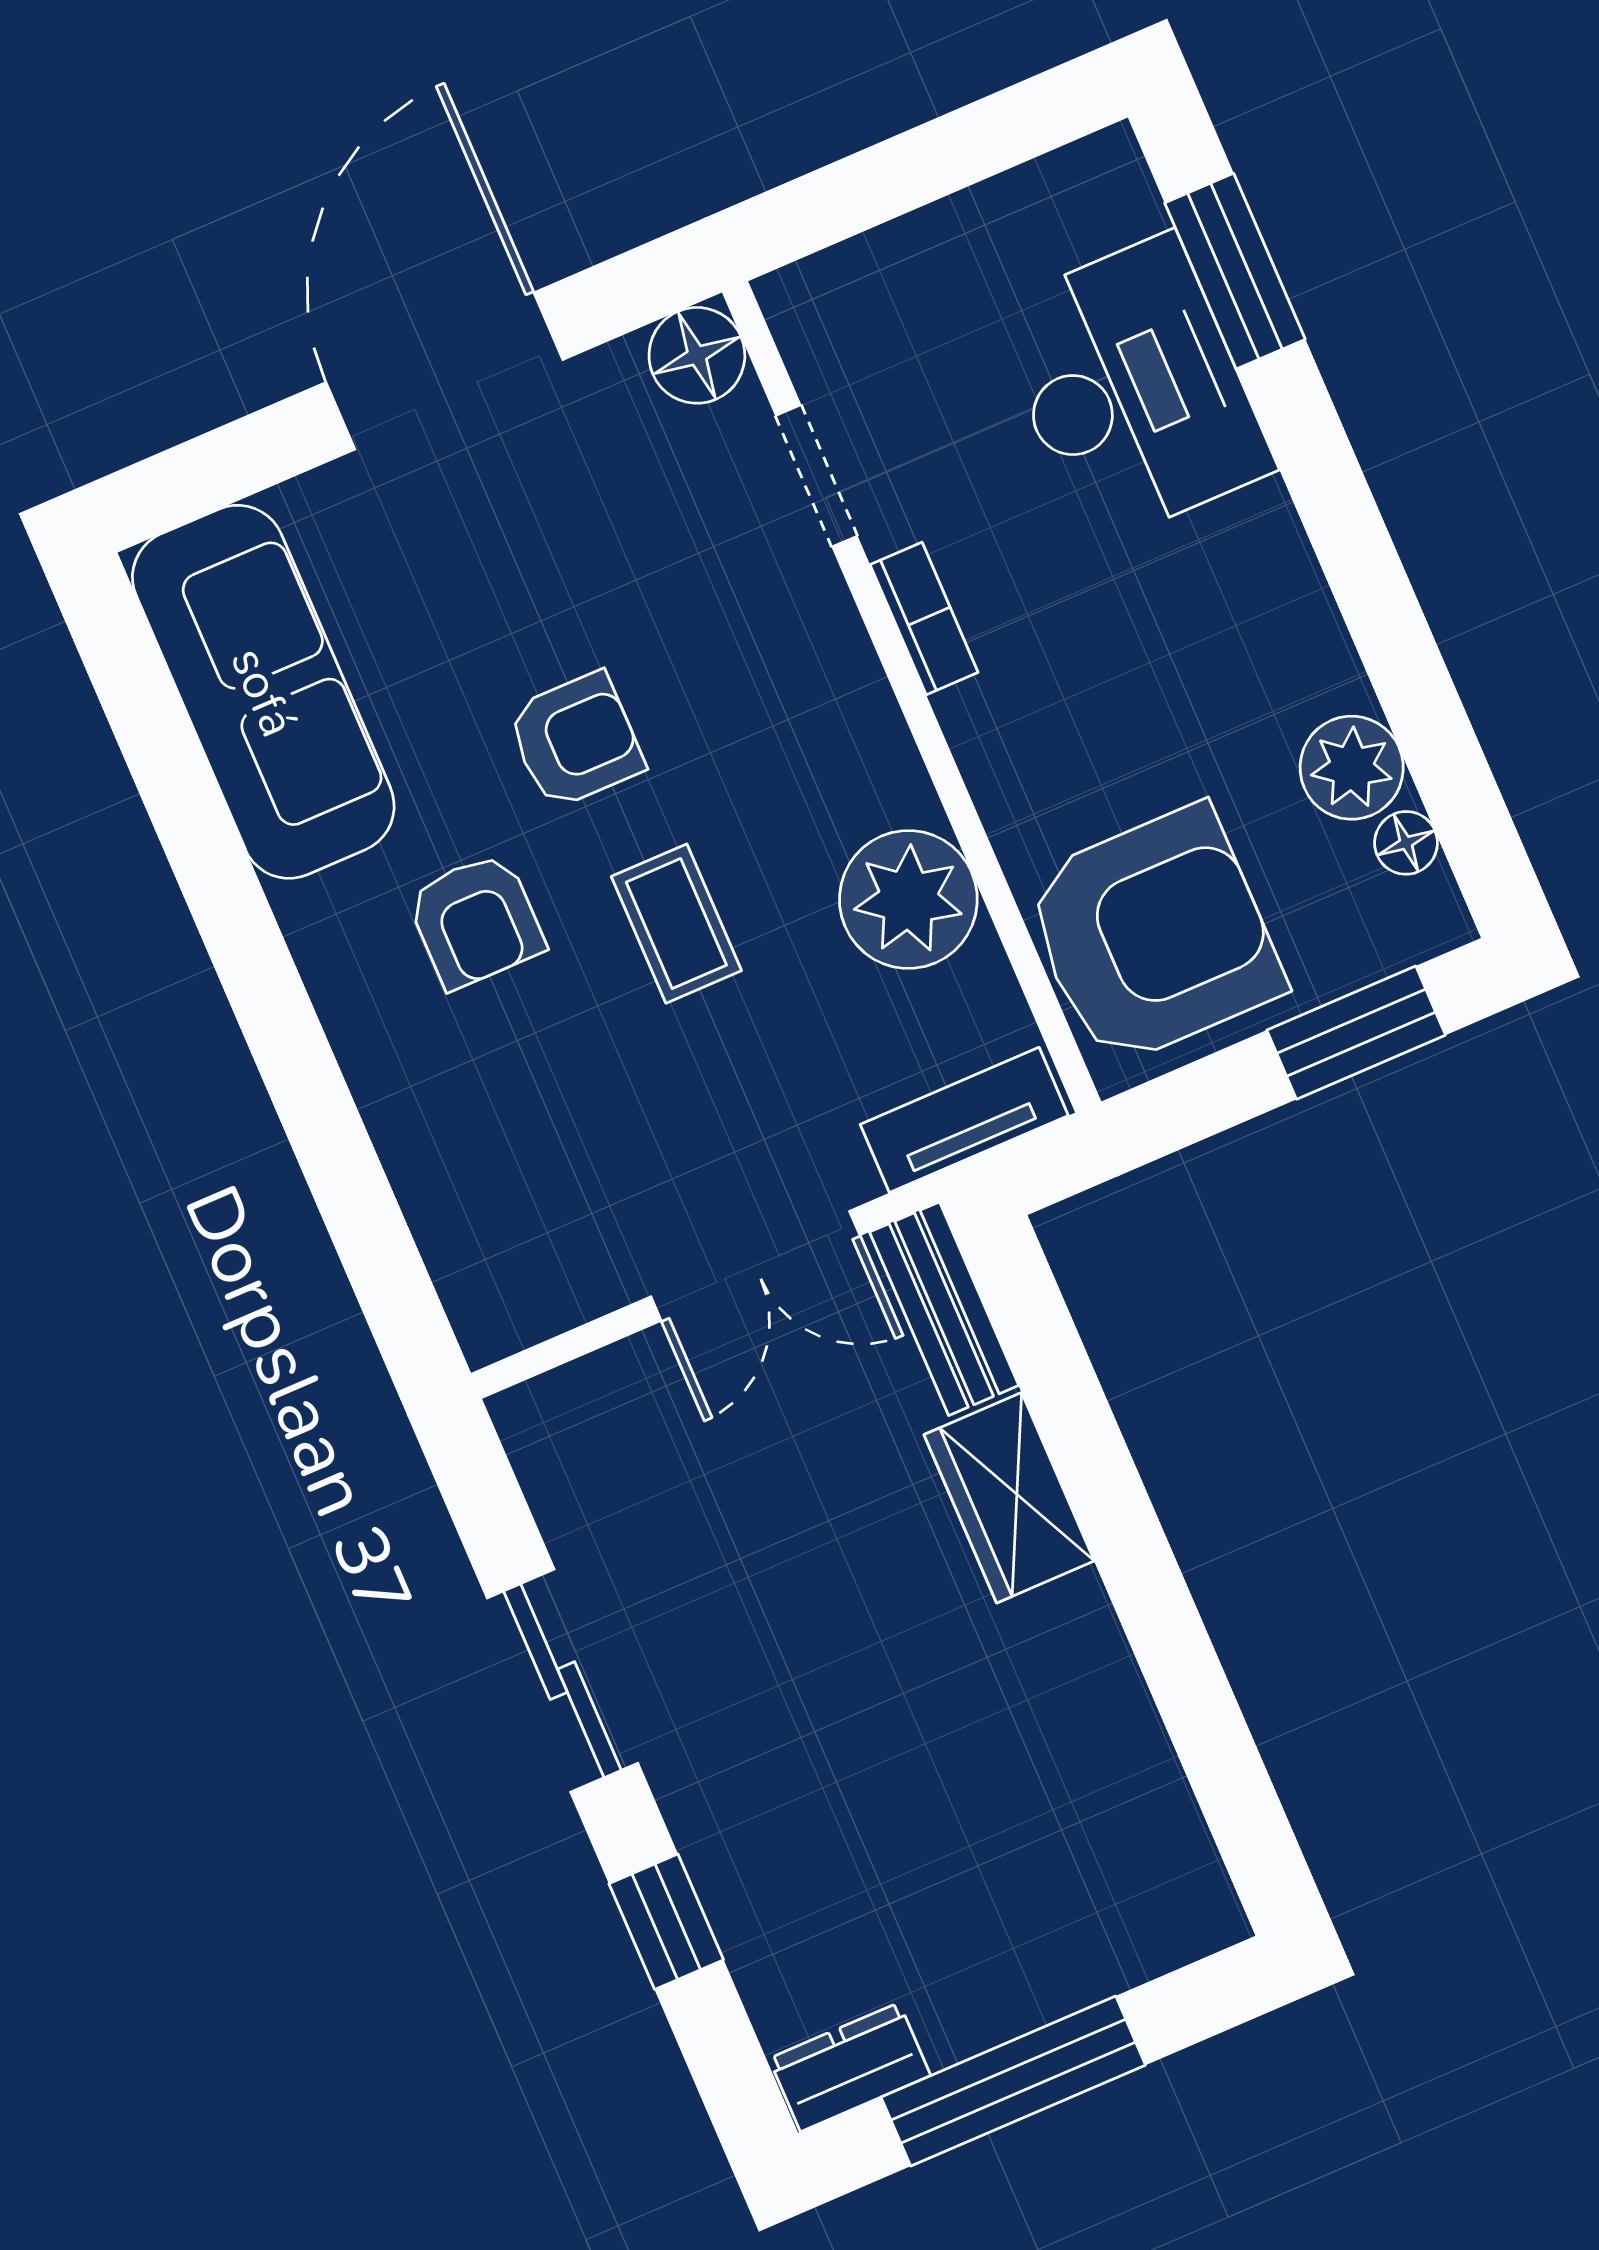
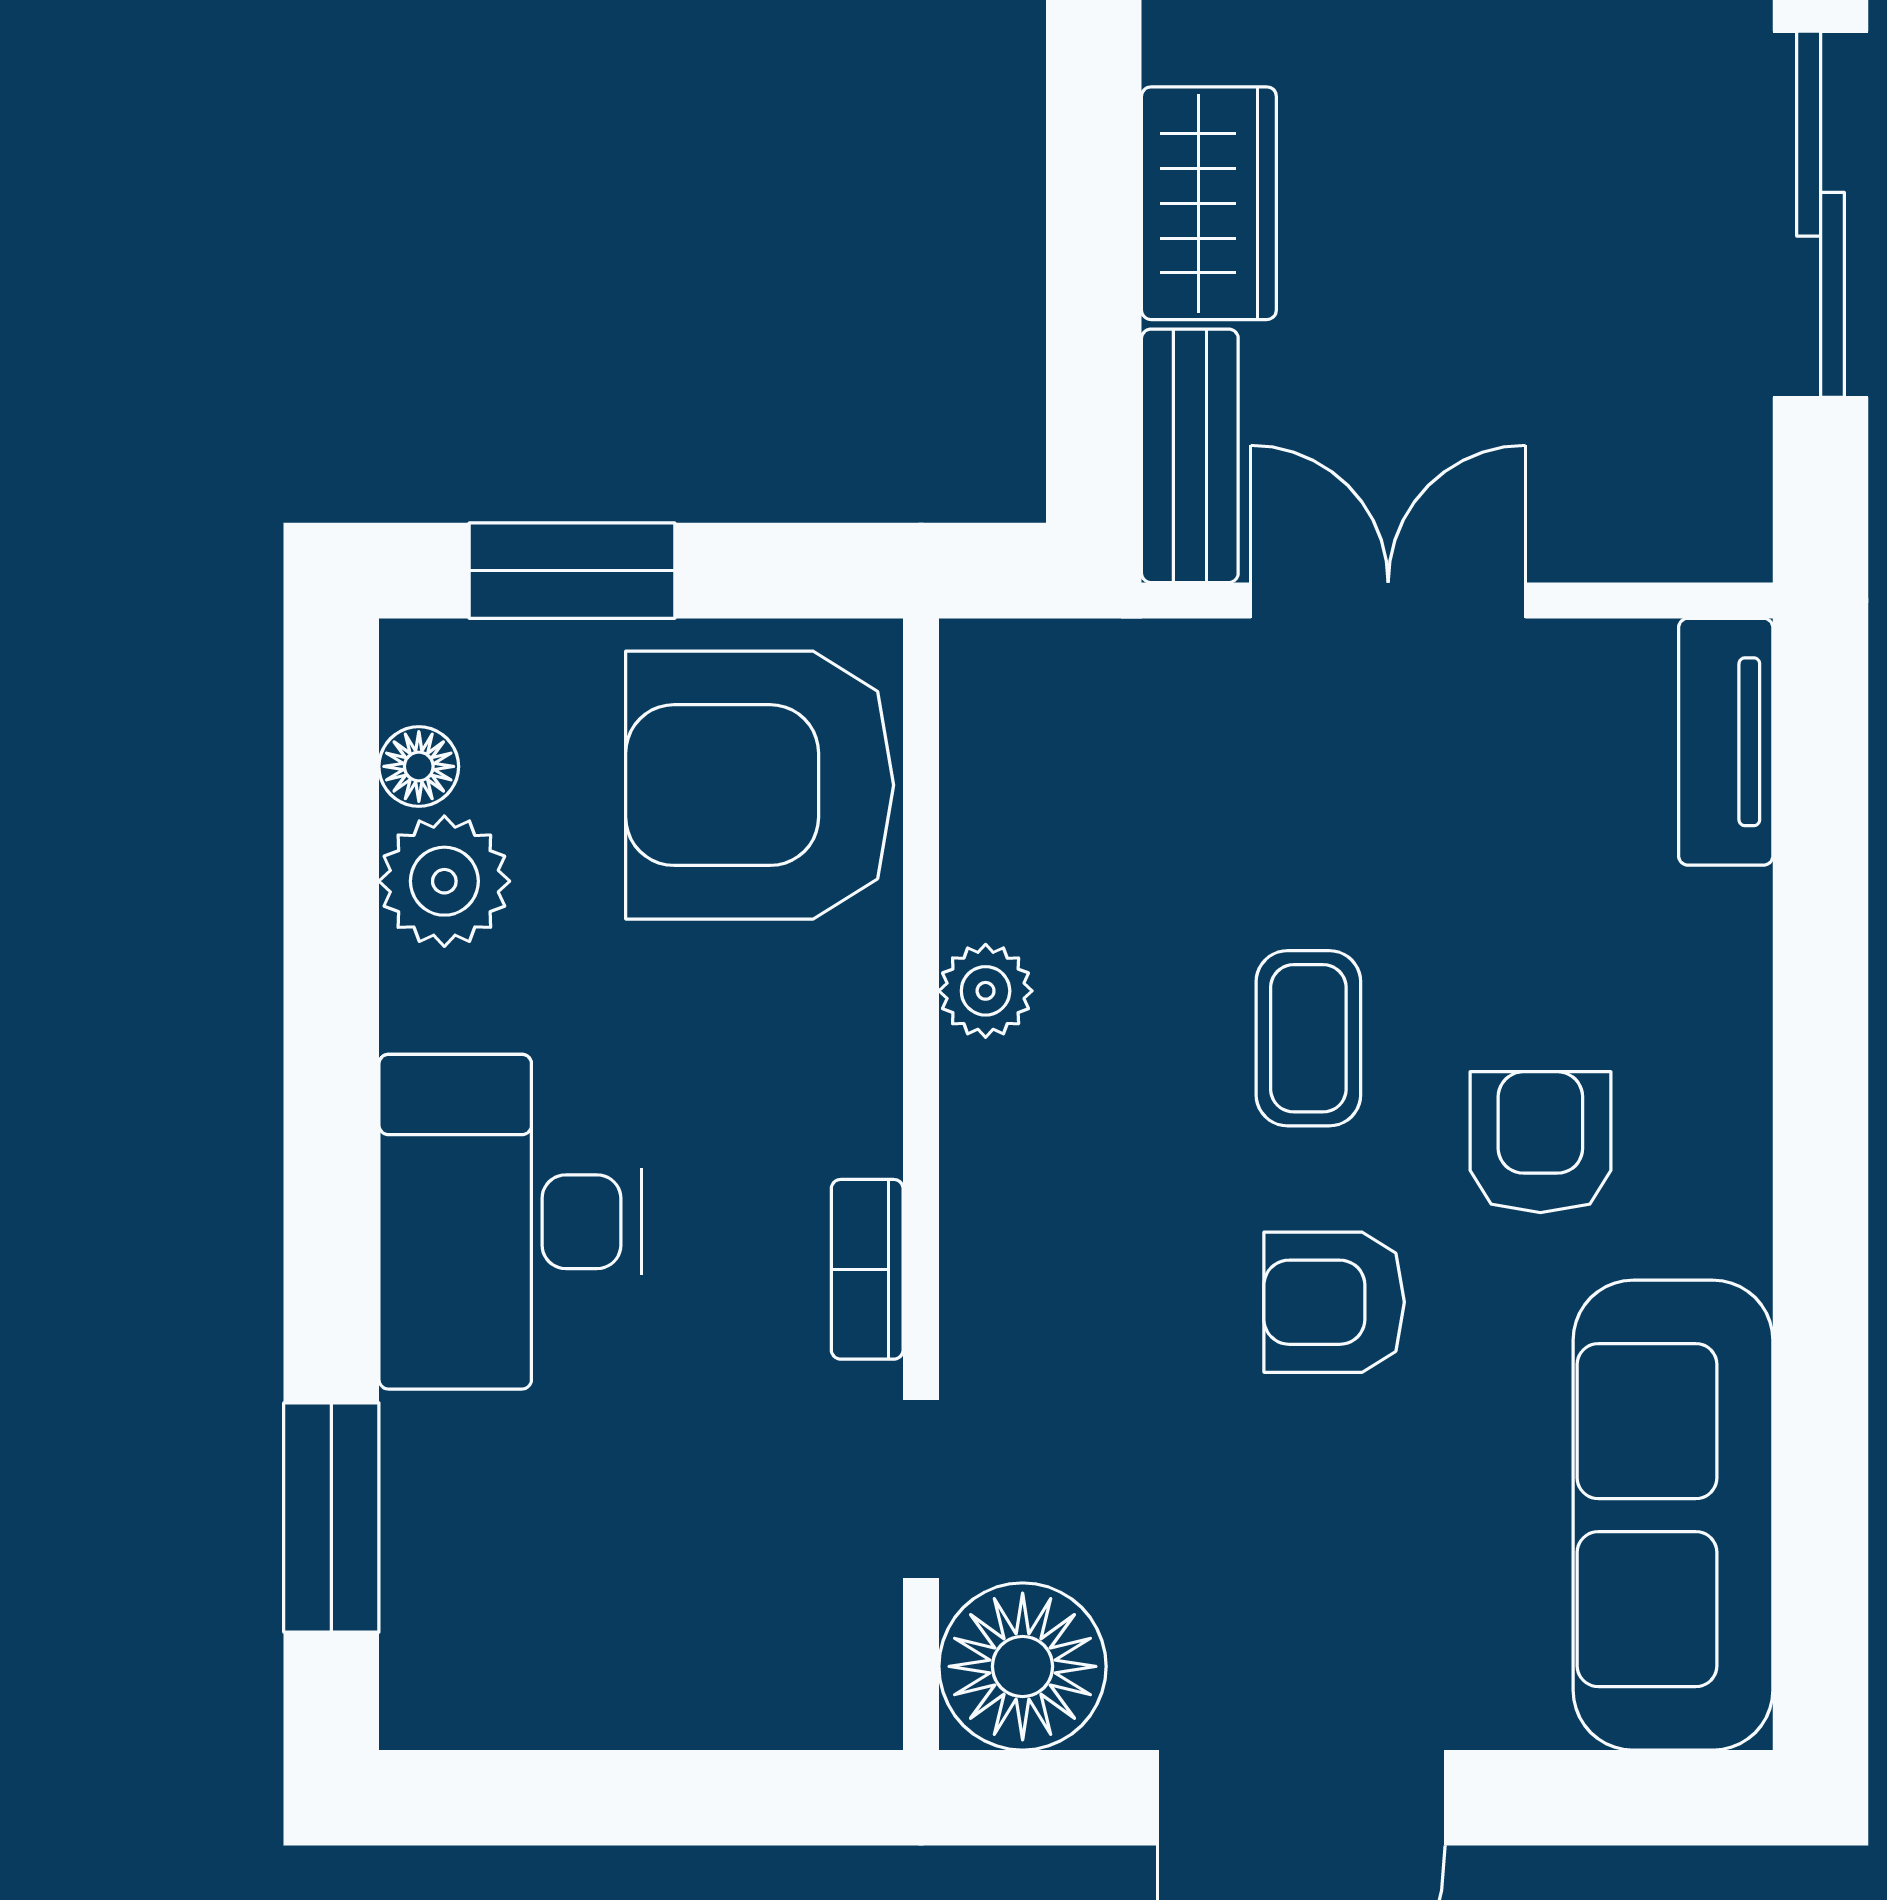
floor lamp: (697, 355) -> (1023, 1666), width x1.38, depth x1.38
desk: (1132, 390) -> (510, 1222), moved
plant: (908, 899) -> (986, 991), width x0.53, depth x0.53
tv unit: (964, 1120) -> (1726, 742), moved, turned 90
sliding door: (562, 1681) -> (1821, 214), width x1.37

